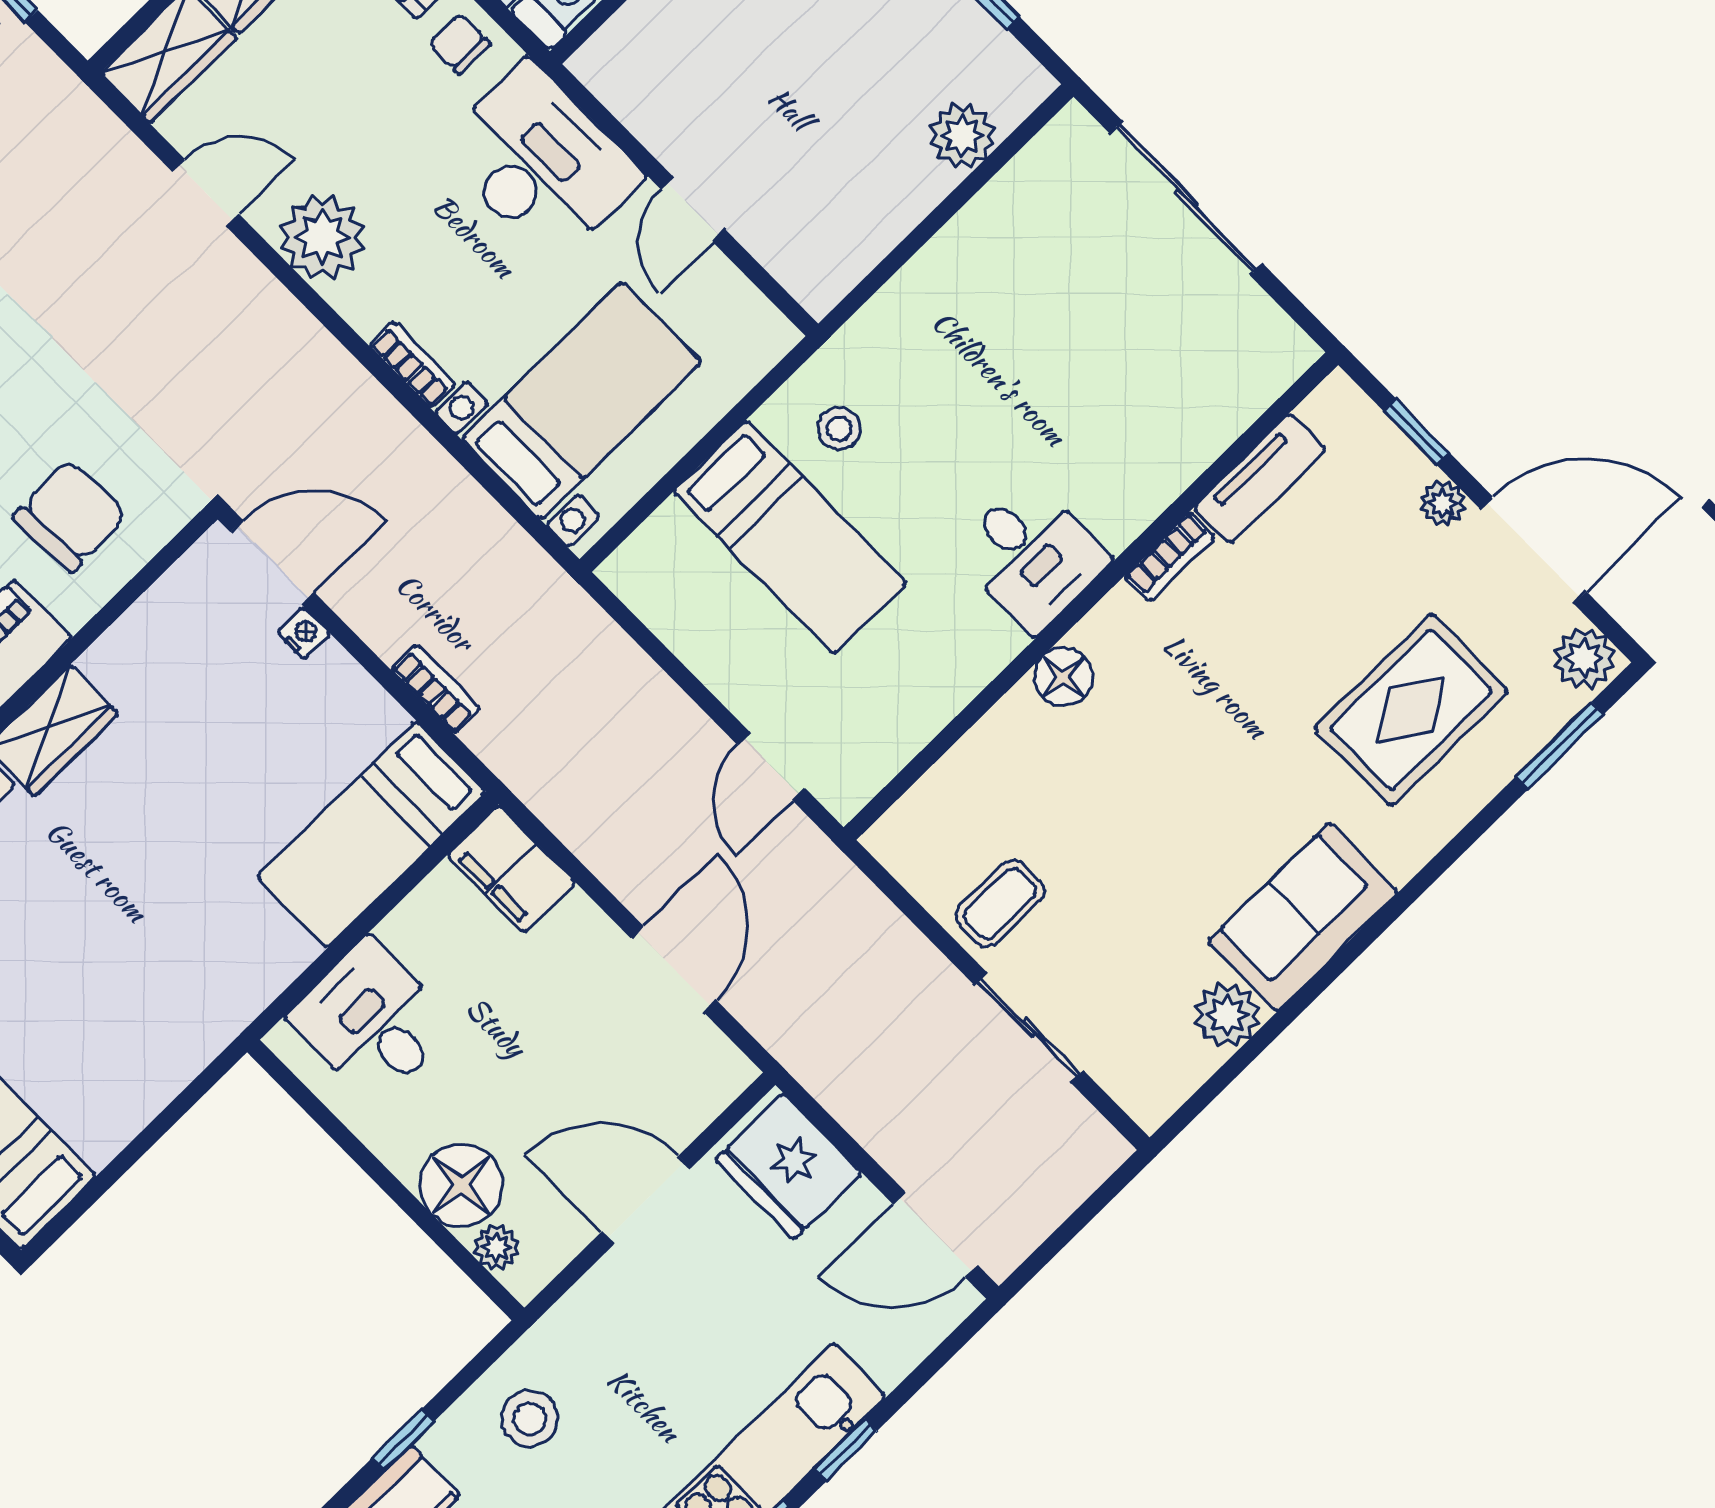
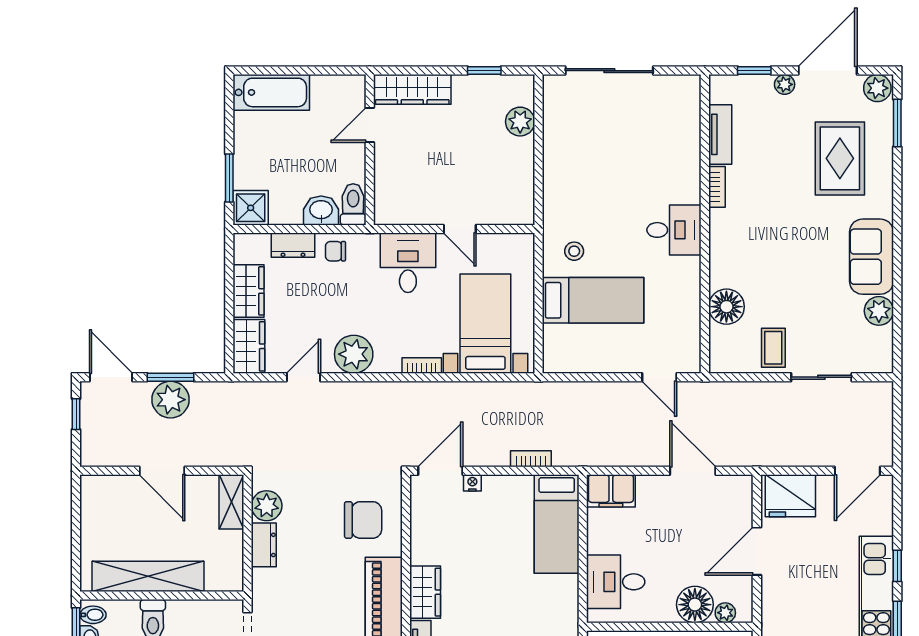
desk: (540, 163) -> (408, 263), width x0.73
chair: (70, 516) -> (363, 520), turned 92
floor lamp: (1063, 677) -> (726, 307), moved, width x1.38, depth x1.38

